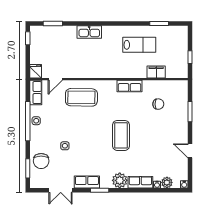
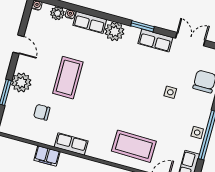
filing cabinet: (156, 72) -> (47, 156), moved
plant: (180, 122) -> (21, 82), added
coffee table: (121, 135) -> (68, 78), moved

